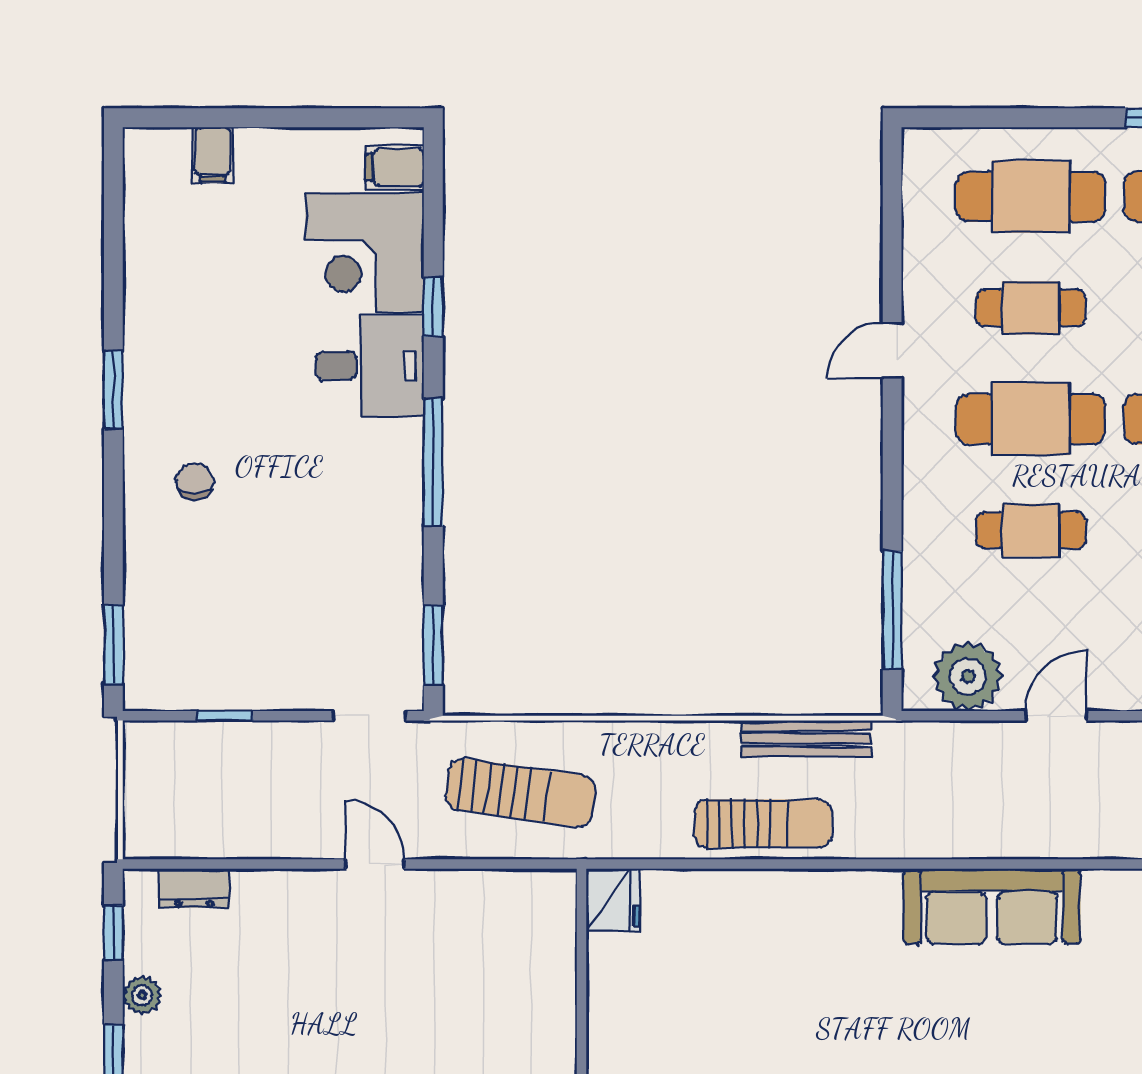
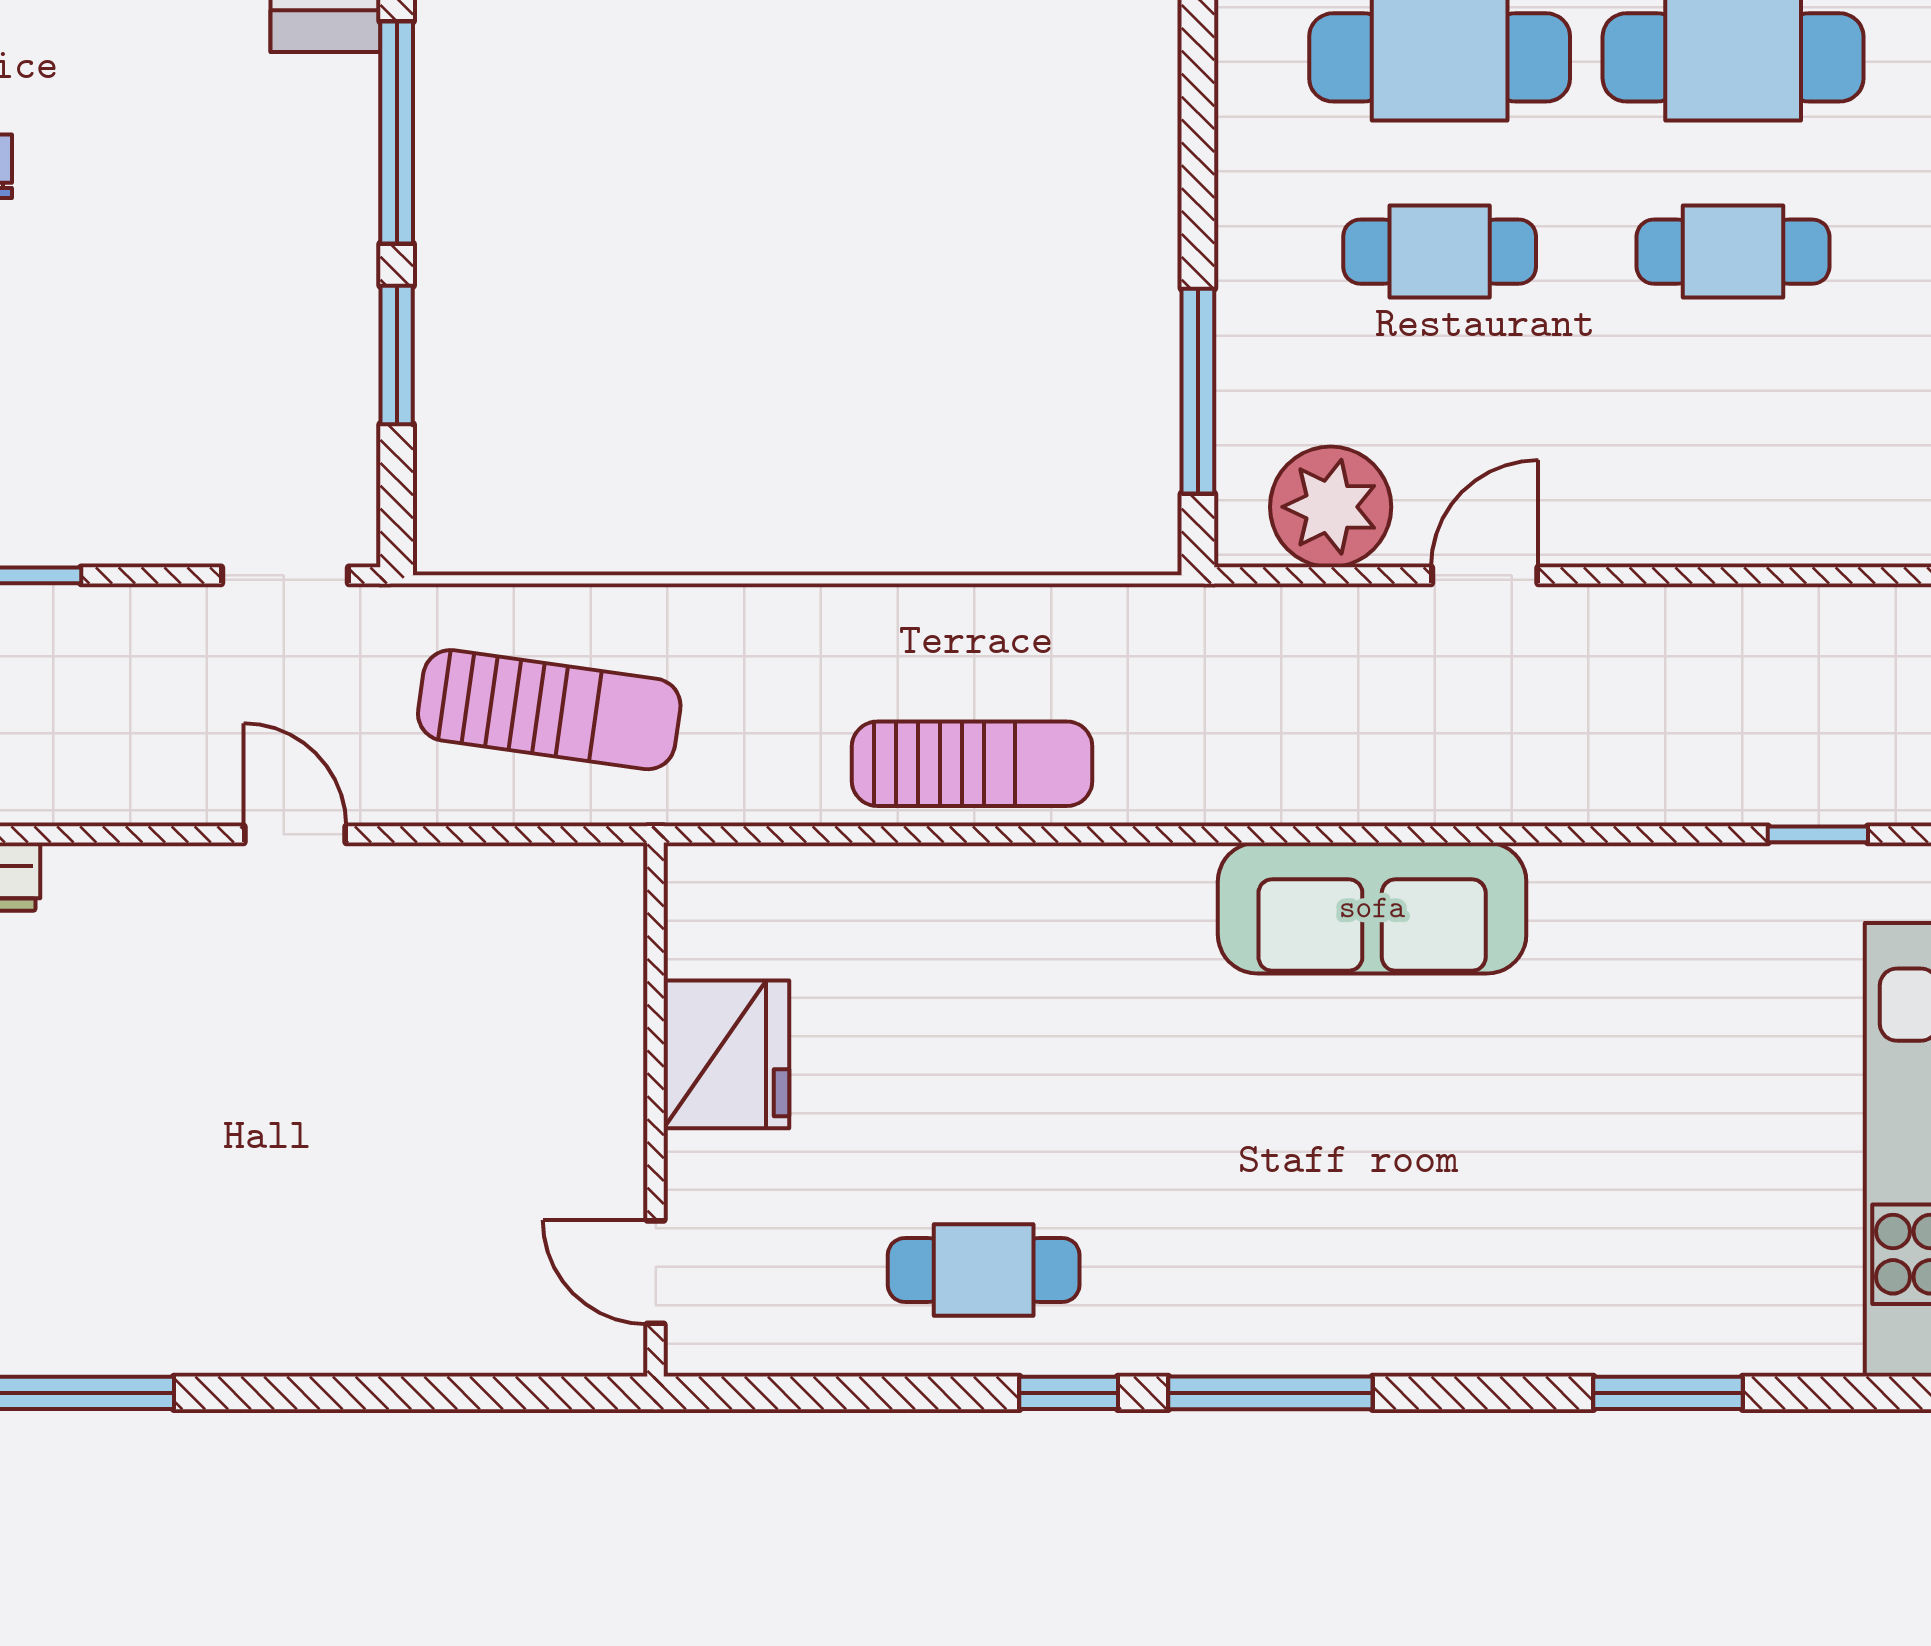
window: (433, 645) -> (397, 355), moved
bench: (806, 739) -> (1047, 615), removed
fridge: (613, 900) -> (726, 1054), moved, width x1.36, depth x1.34

